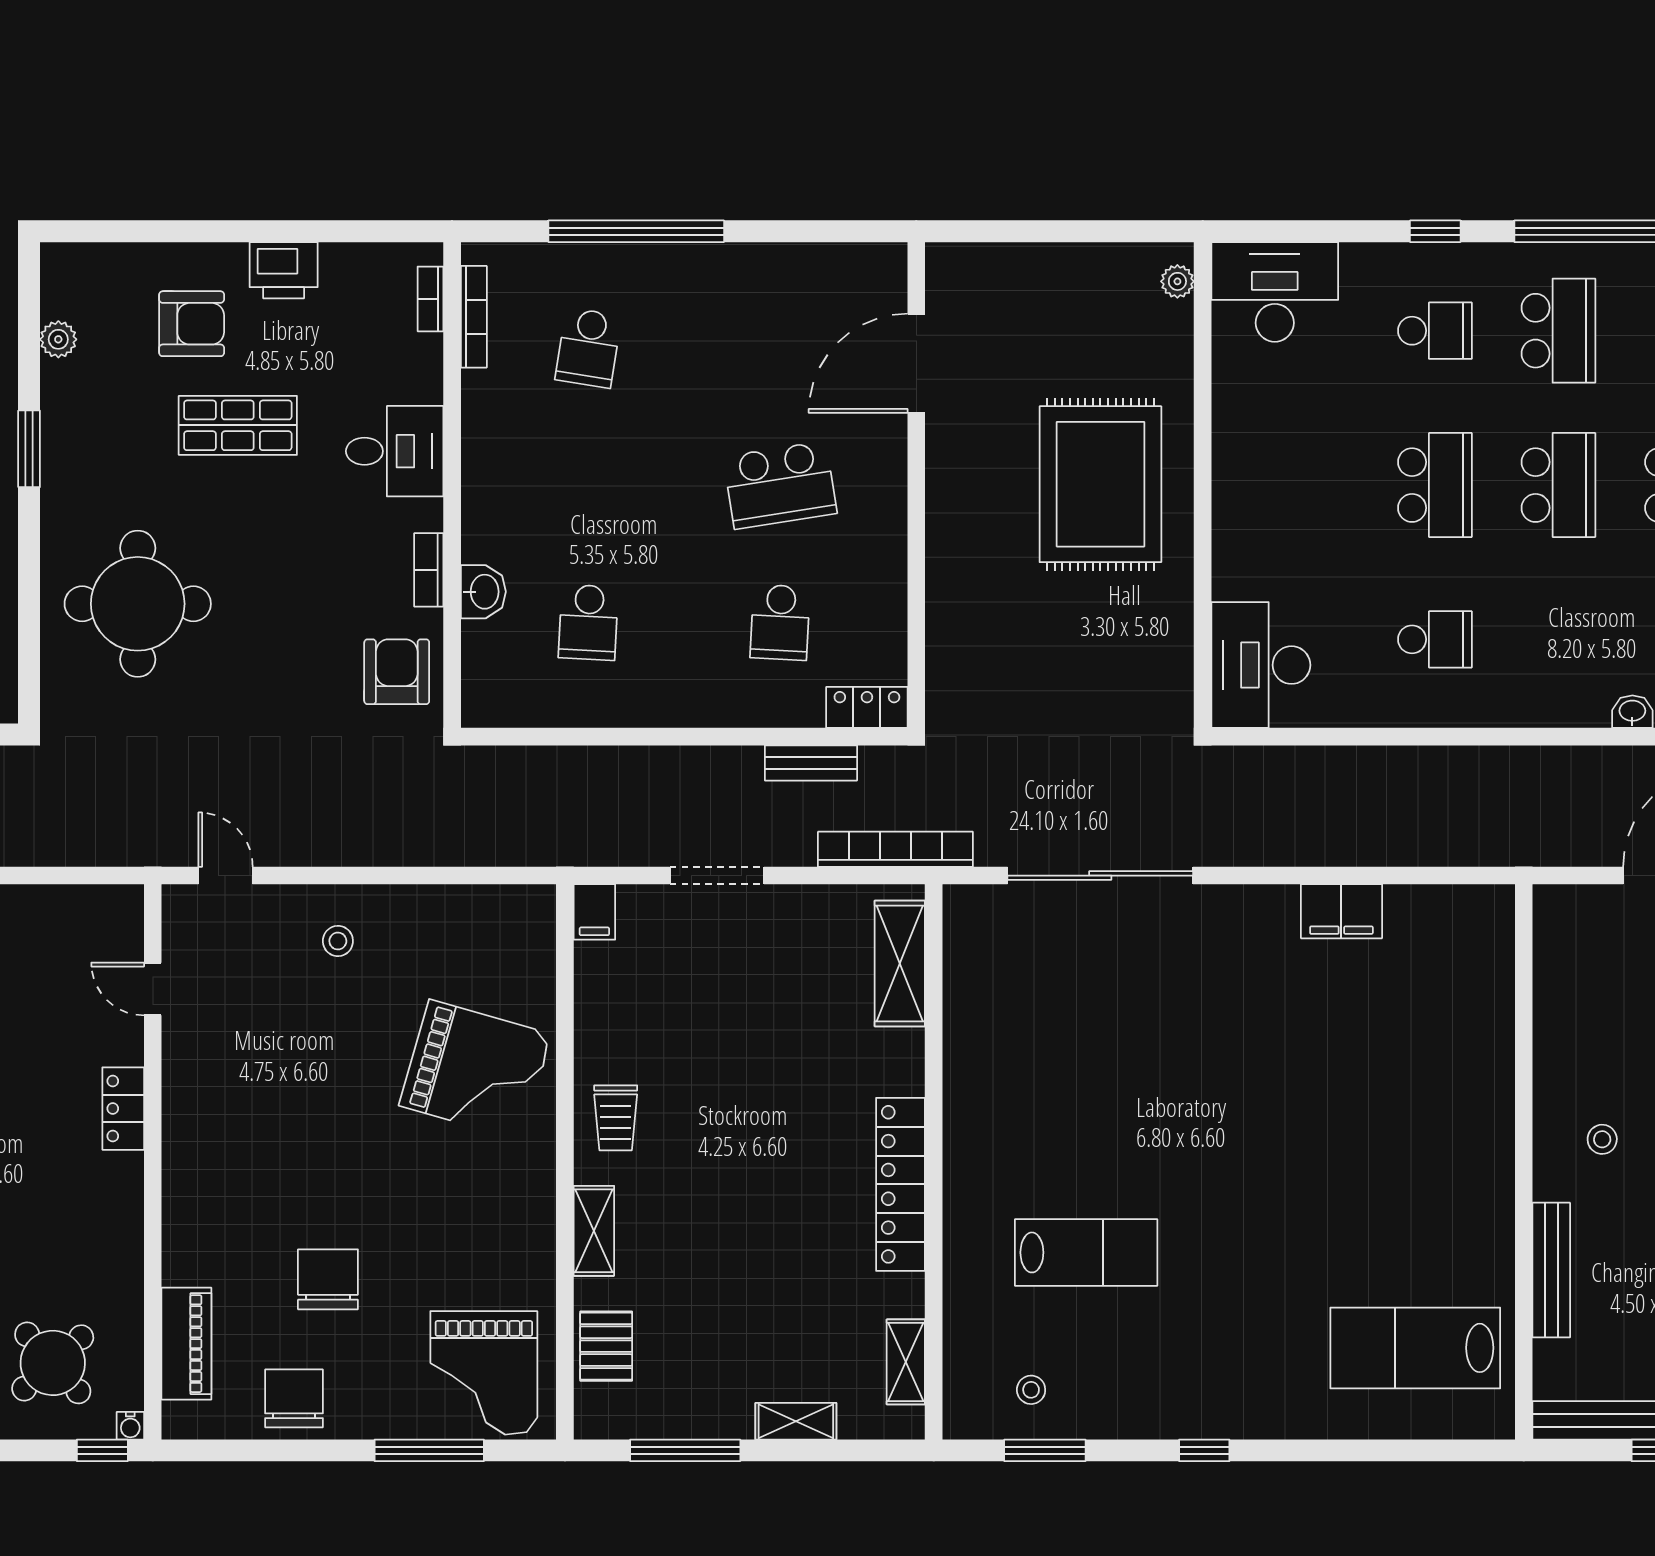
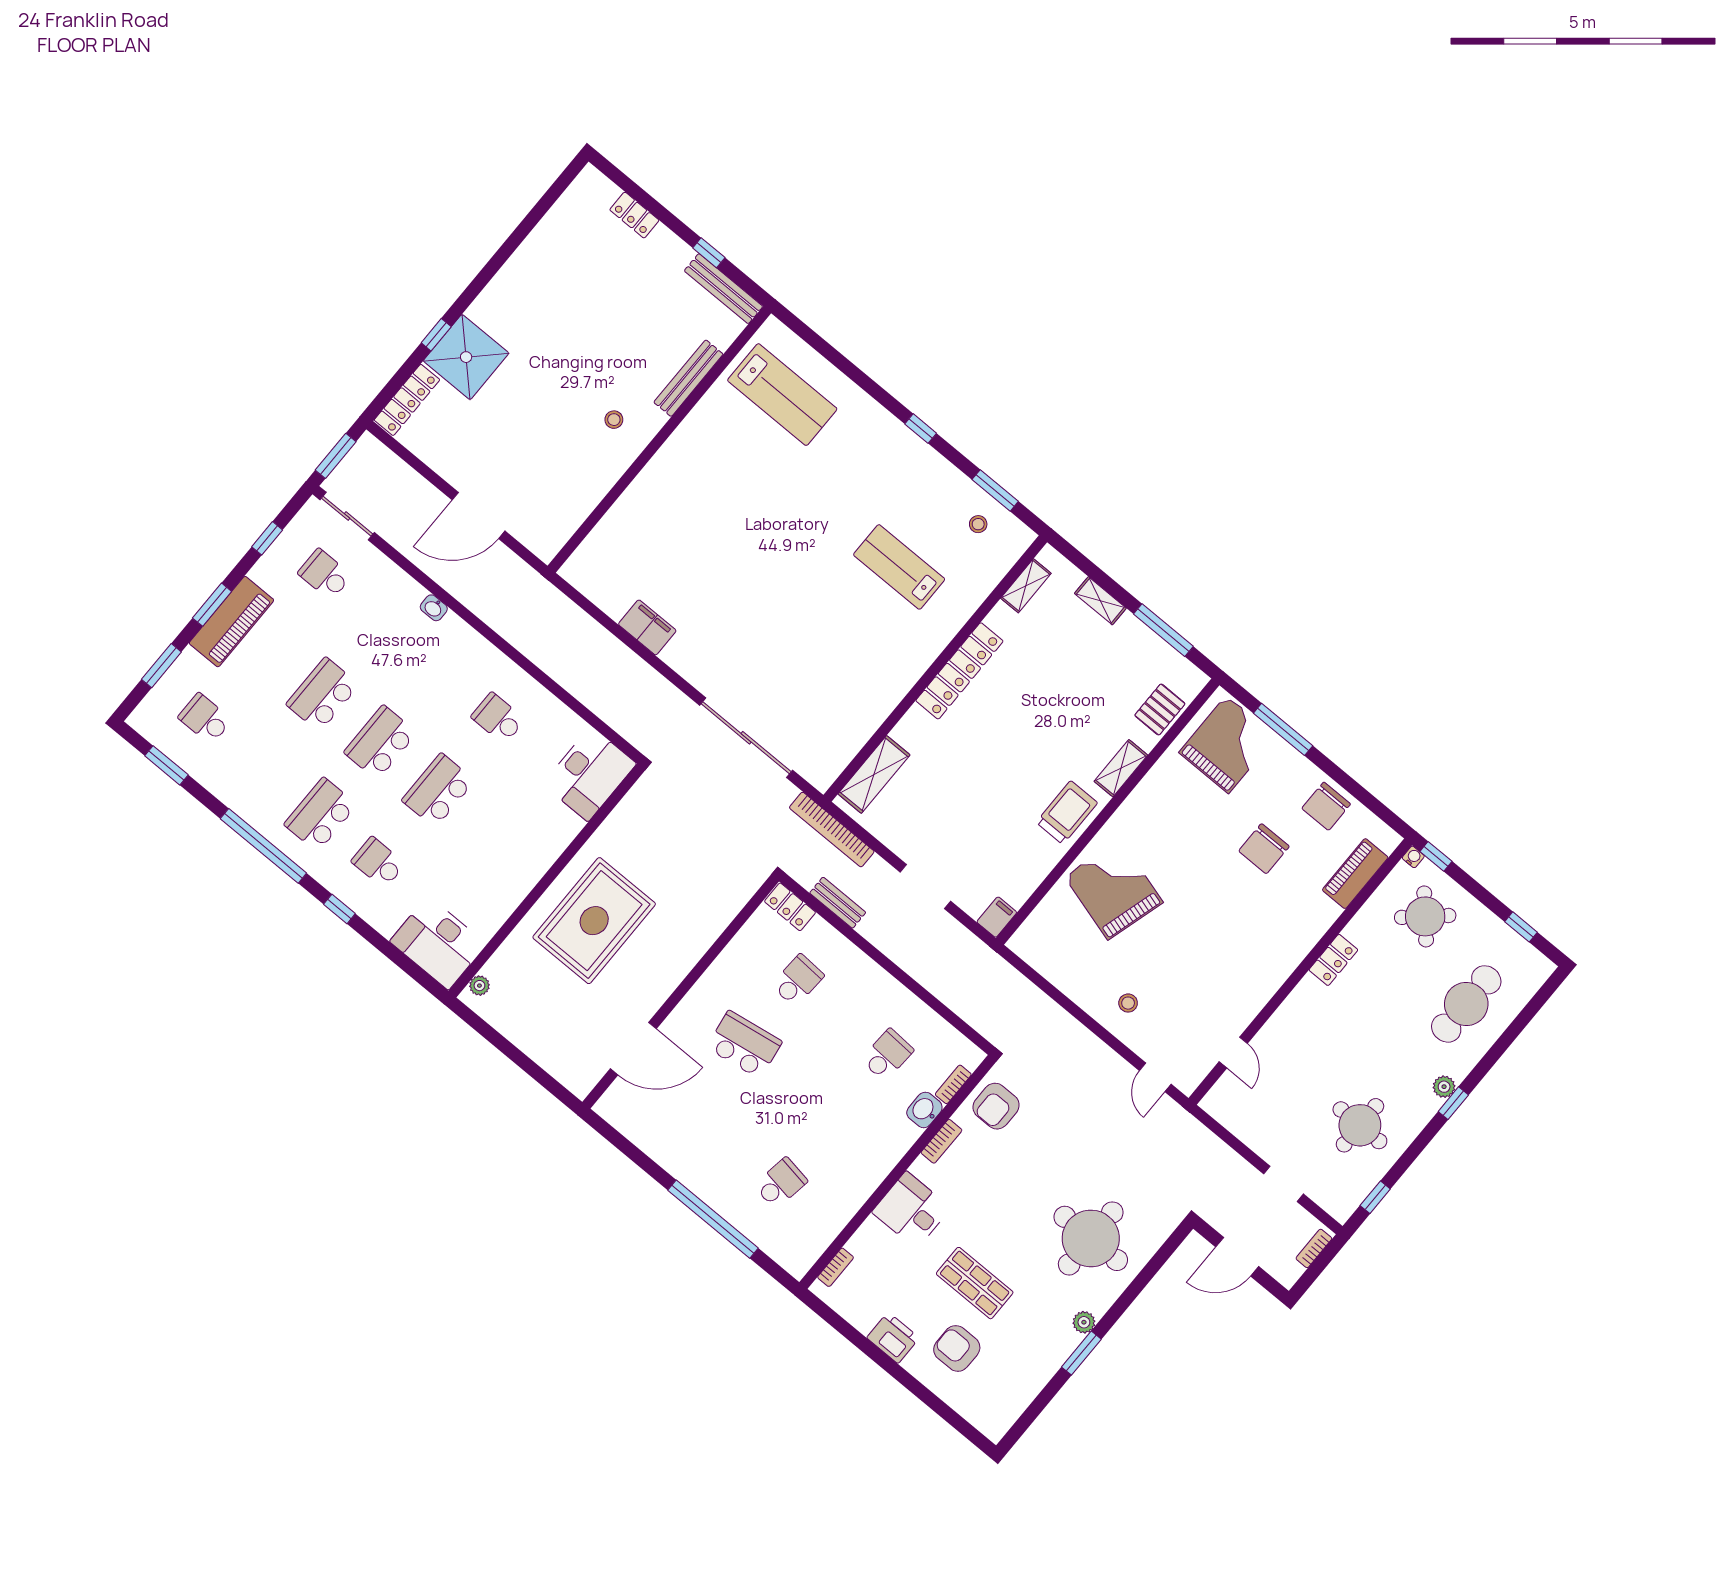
bookcase: (474, 317) -> (953, 1084), moved, width x0.64
plant: (58, 339) -> (1084, 1322), moved
locker: (123, 1109) -> (1333, 960), moved
trolley: (616, 1118) -> (1067, 813), width x1.36, depth x1.39

